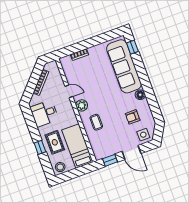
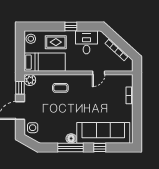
window: (132, 47) -> (100, 148), moved
window: (149, 92) -> (71, 148), added
plant: (82, 105) -> (30, 80), moved
armchair: (133, 117) -> (53, 124), removed
window: (40, 147) -> (71, 27), moved

